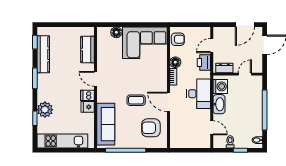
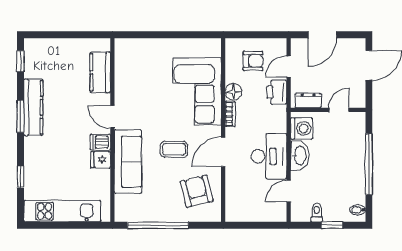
door: (245, 25) -> (322, 35), moved
floor lamp: (116, 32) -> (144, 46), removed
armchair: (178, 39) -> (253, 61), moved
corner sofa: (145, 43) -> (197, 91), moved, turned 90
kitchen counter: (43, 54) -> (33, 107), moved
desk: (199, 94) -> (269, 156), moved
door: (169, 102) -> (223, 152), hinge flipped
plant: (45, 110) -> (36, 164), removed
sofa: (106, 124) -> (128, 162), moved
armchair: (151, 128) -> (197, 191), turned 76
door: (212, 128) -> (289, 191), swing flipped

